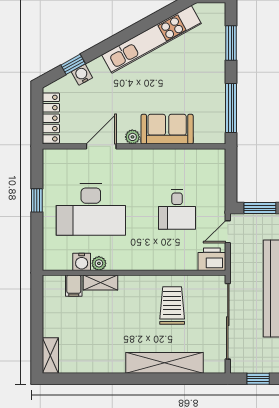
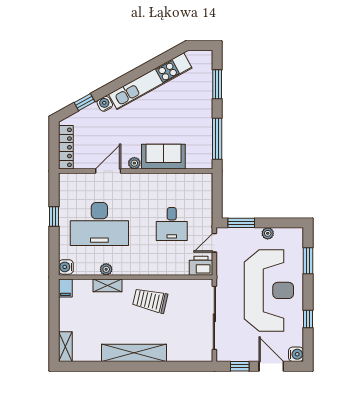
water cooler: (82, 75) -> (105, 104), moved
water cooler: (82, 262) -> (66, 267), moved, turned 90
filing cabinet: (74, 286) -> (65, 288), moved
trolley: (172, 306) -> (150, 300), moved, turned -77
shelving: (164, 363) -> (134, 353), moved

